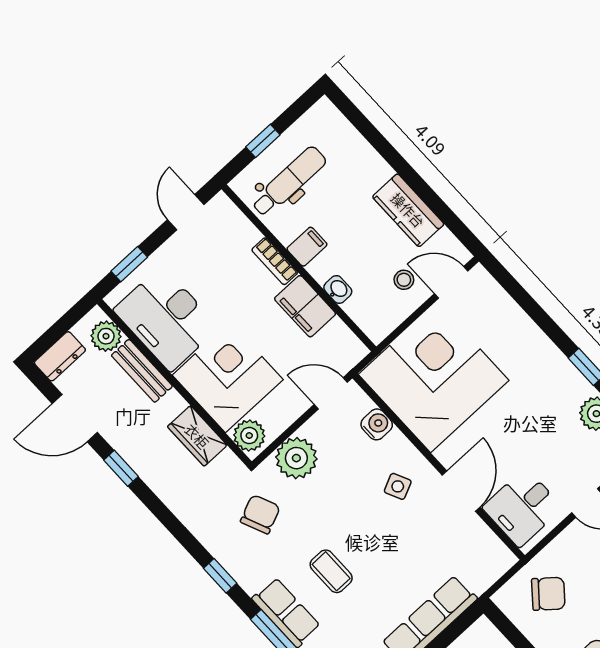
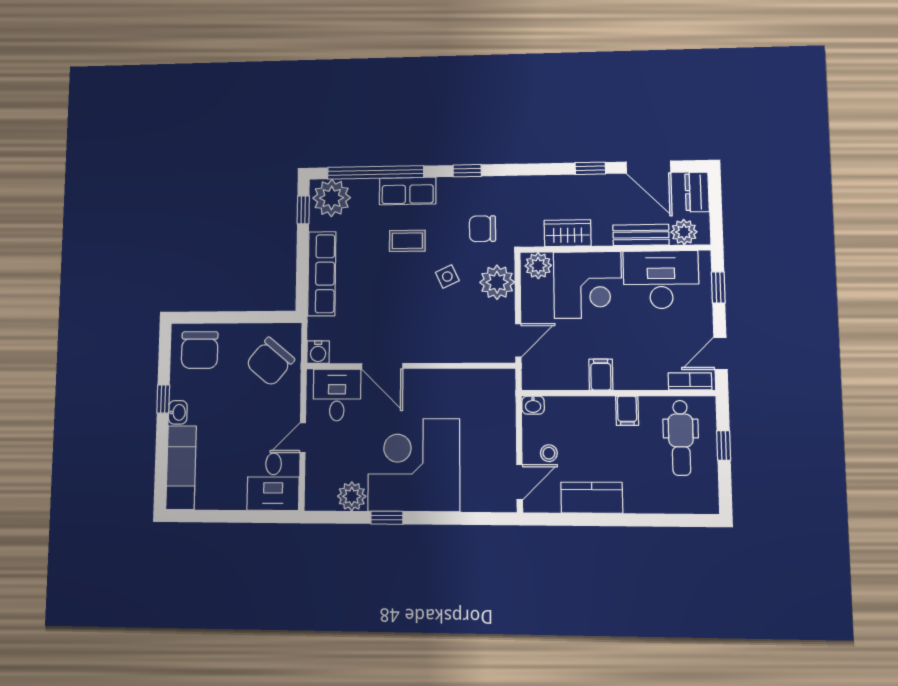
door: (186, 212) -> (720, 353), swing flipped
bookcase: (275, 261) -> (690, 381), moved
washbasin: (338, 289) -> (533, 405), moved
filing cabinet: (305, 306) -> (601, 375), width x0.50
corner desk: (434, 377) -> (414, 465), moved, turned 180
door: (75, 418) -> (648, 167), swing flipped
water cooler: (377, 424) -> (318, 352), moved
side table: (398, 486) -> (447, 276), moved
chair: (260, 514) -> (483, 229), turned 113
chair: (548, 594) -> (270, 362), width x1.37, depth x1.37

